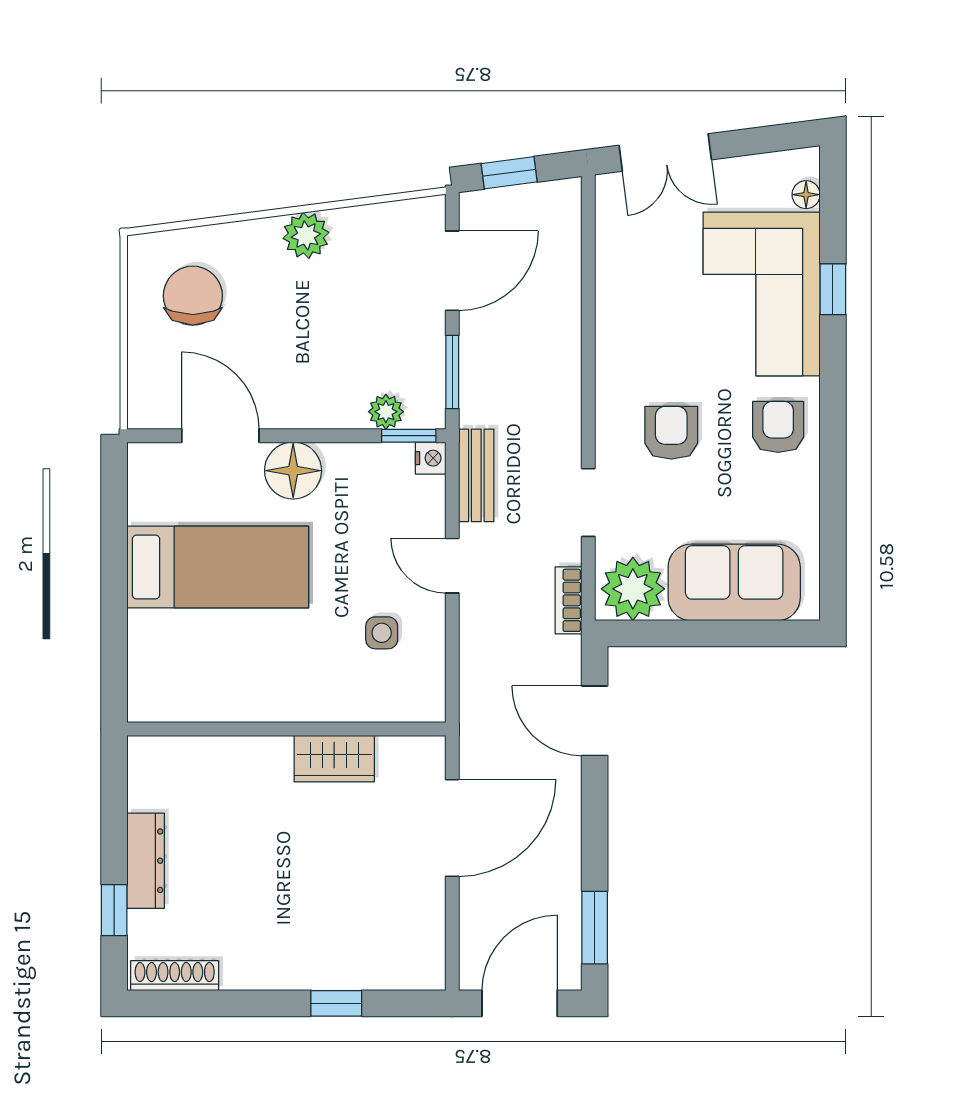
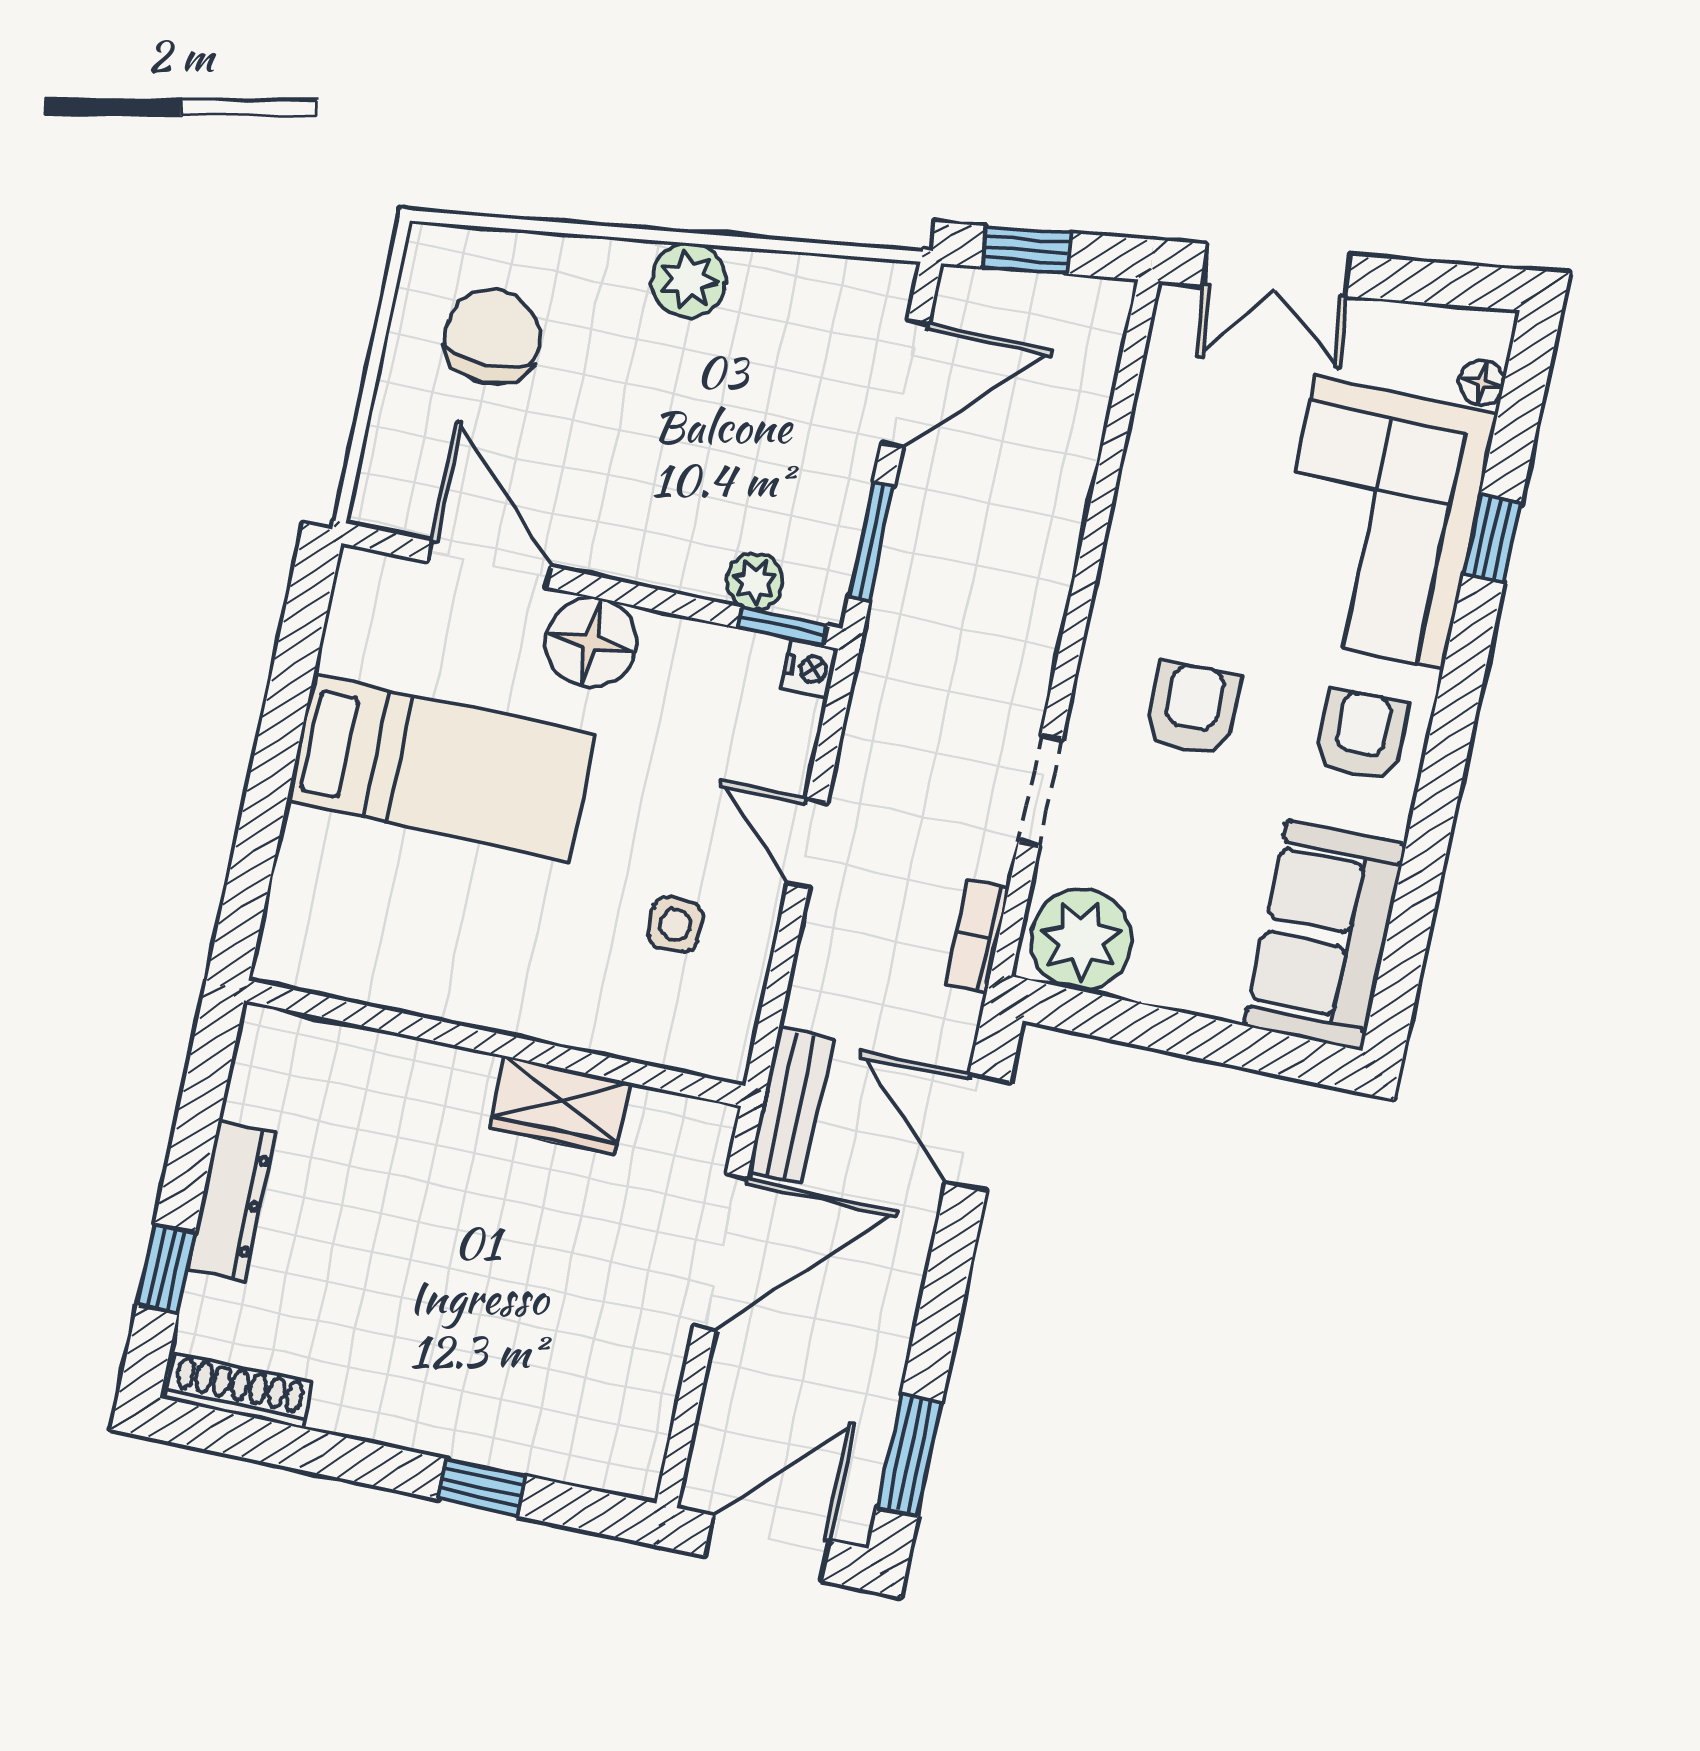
bench: (476, 475) -> (791, 1105), moved
sofa: (734, 582) -> (1325, 935), moved, turned -90

